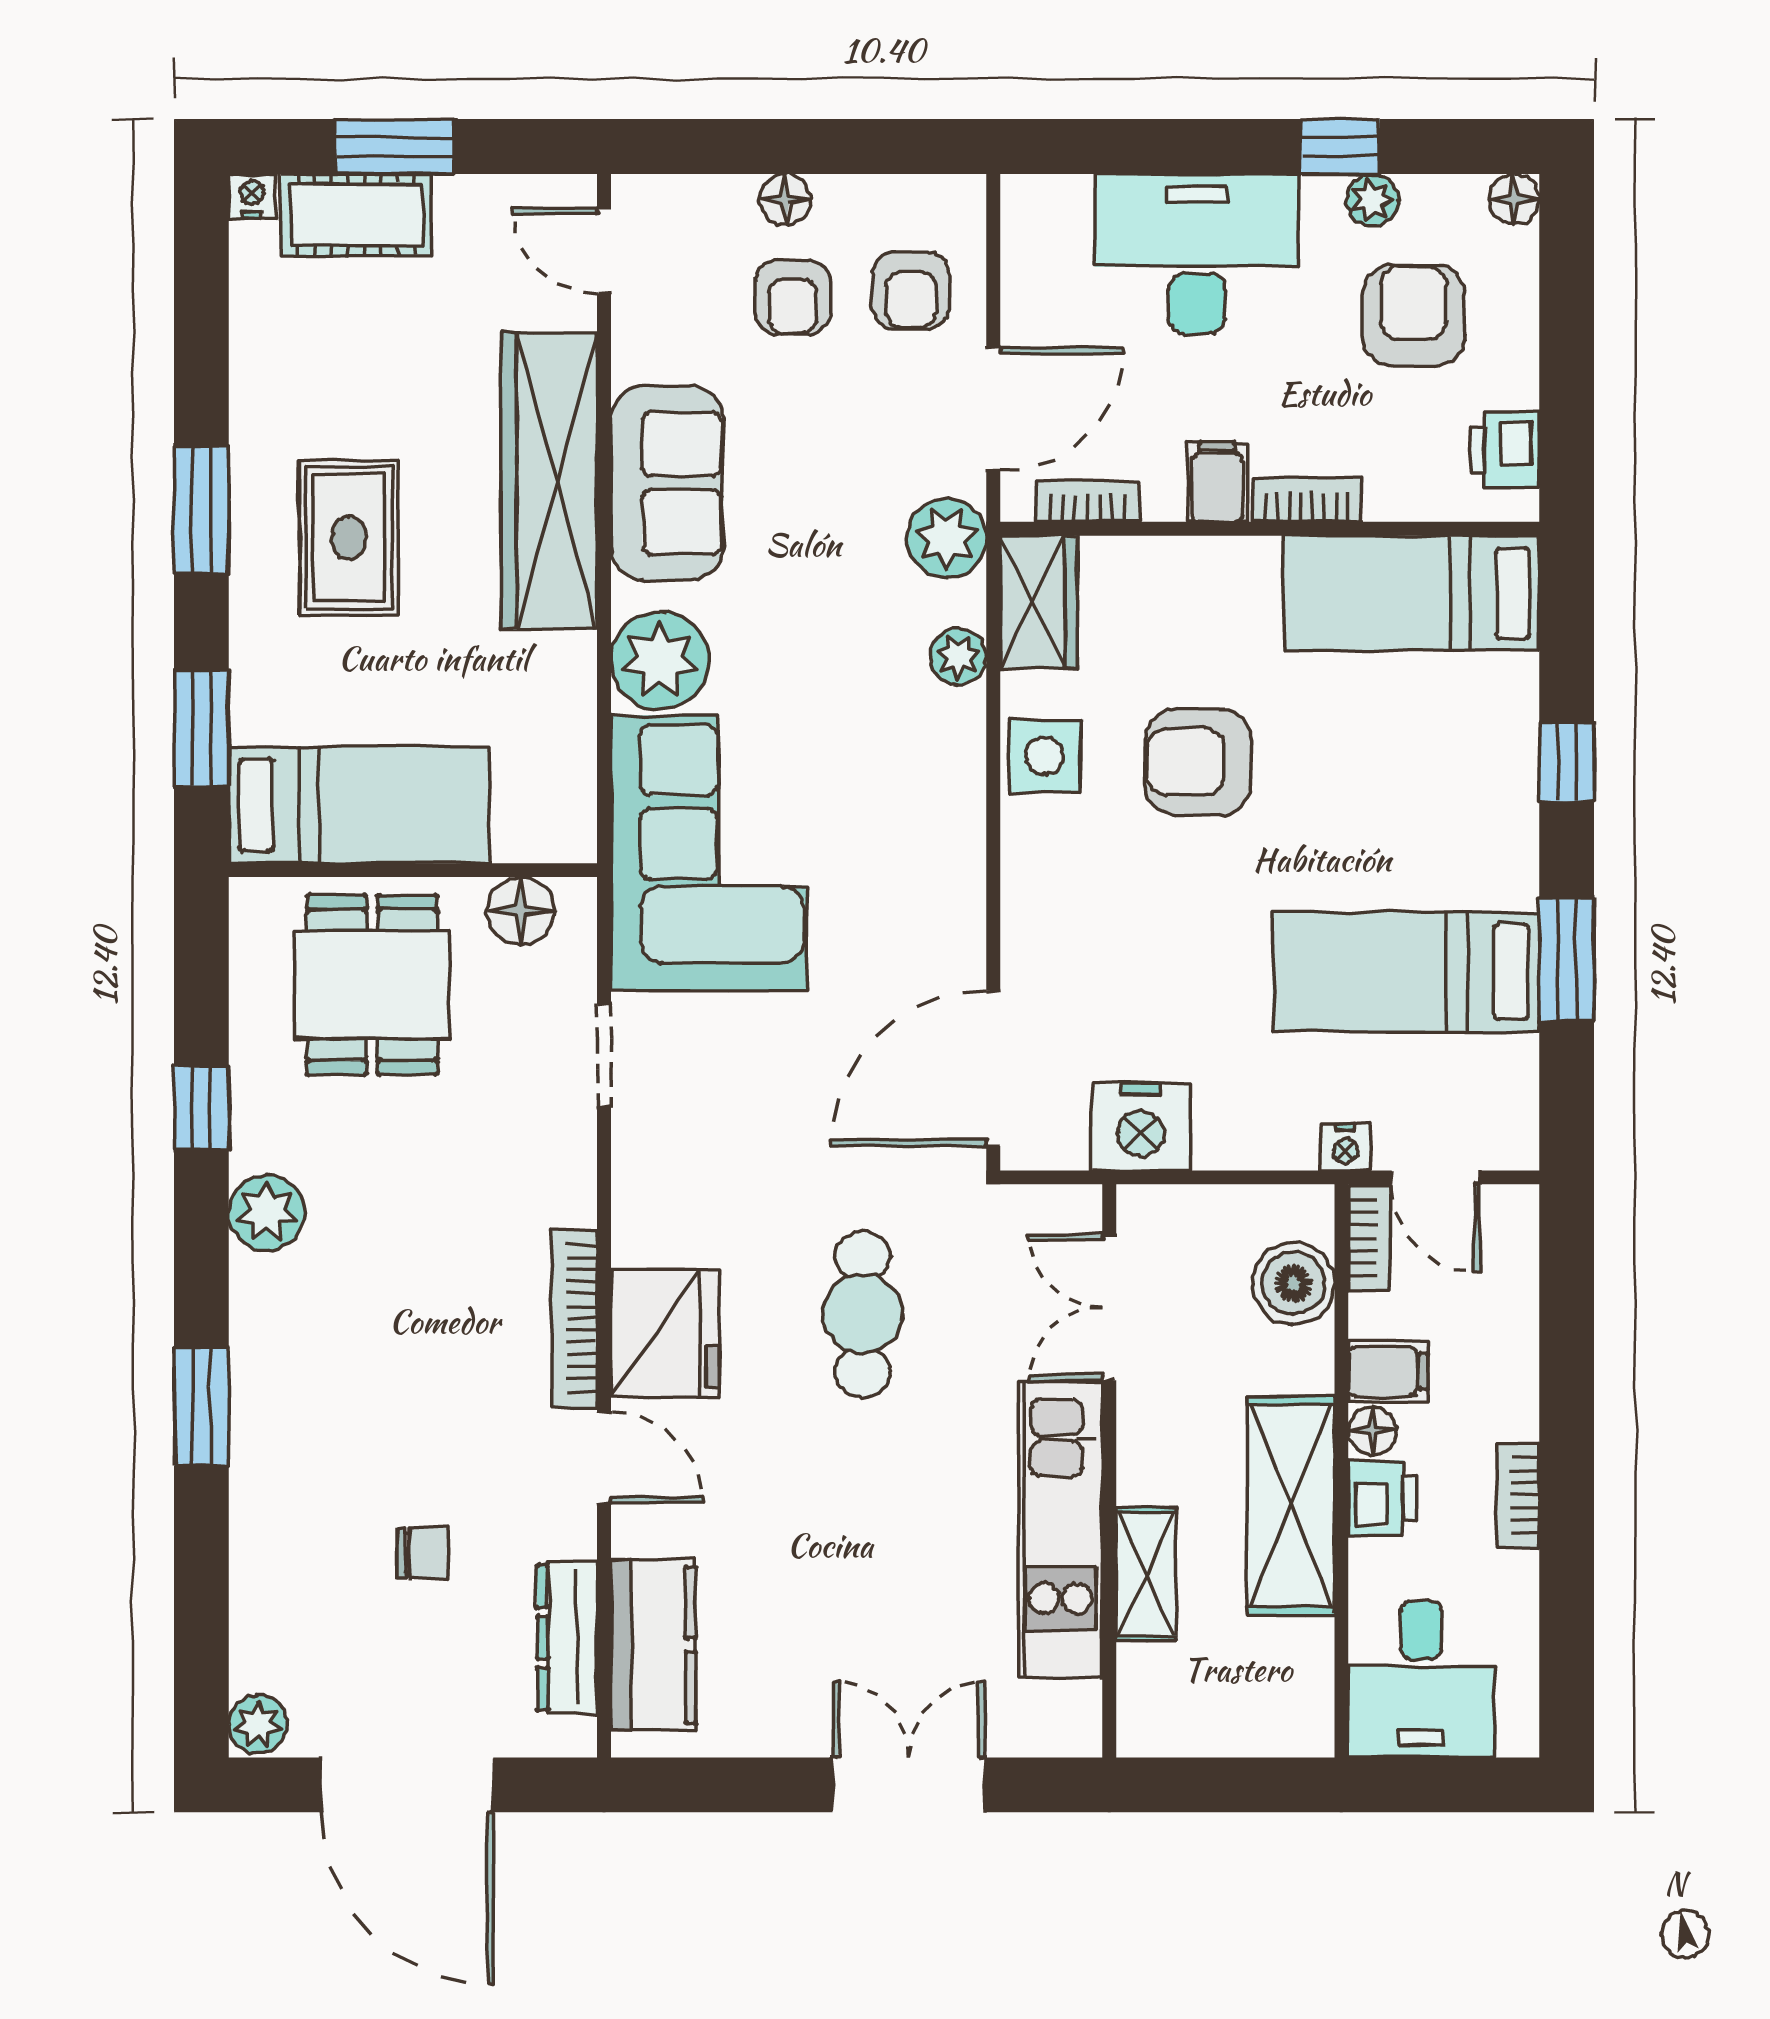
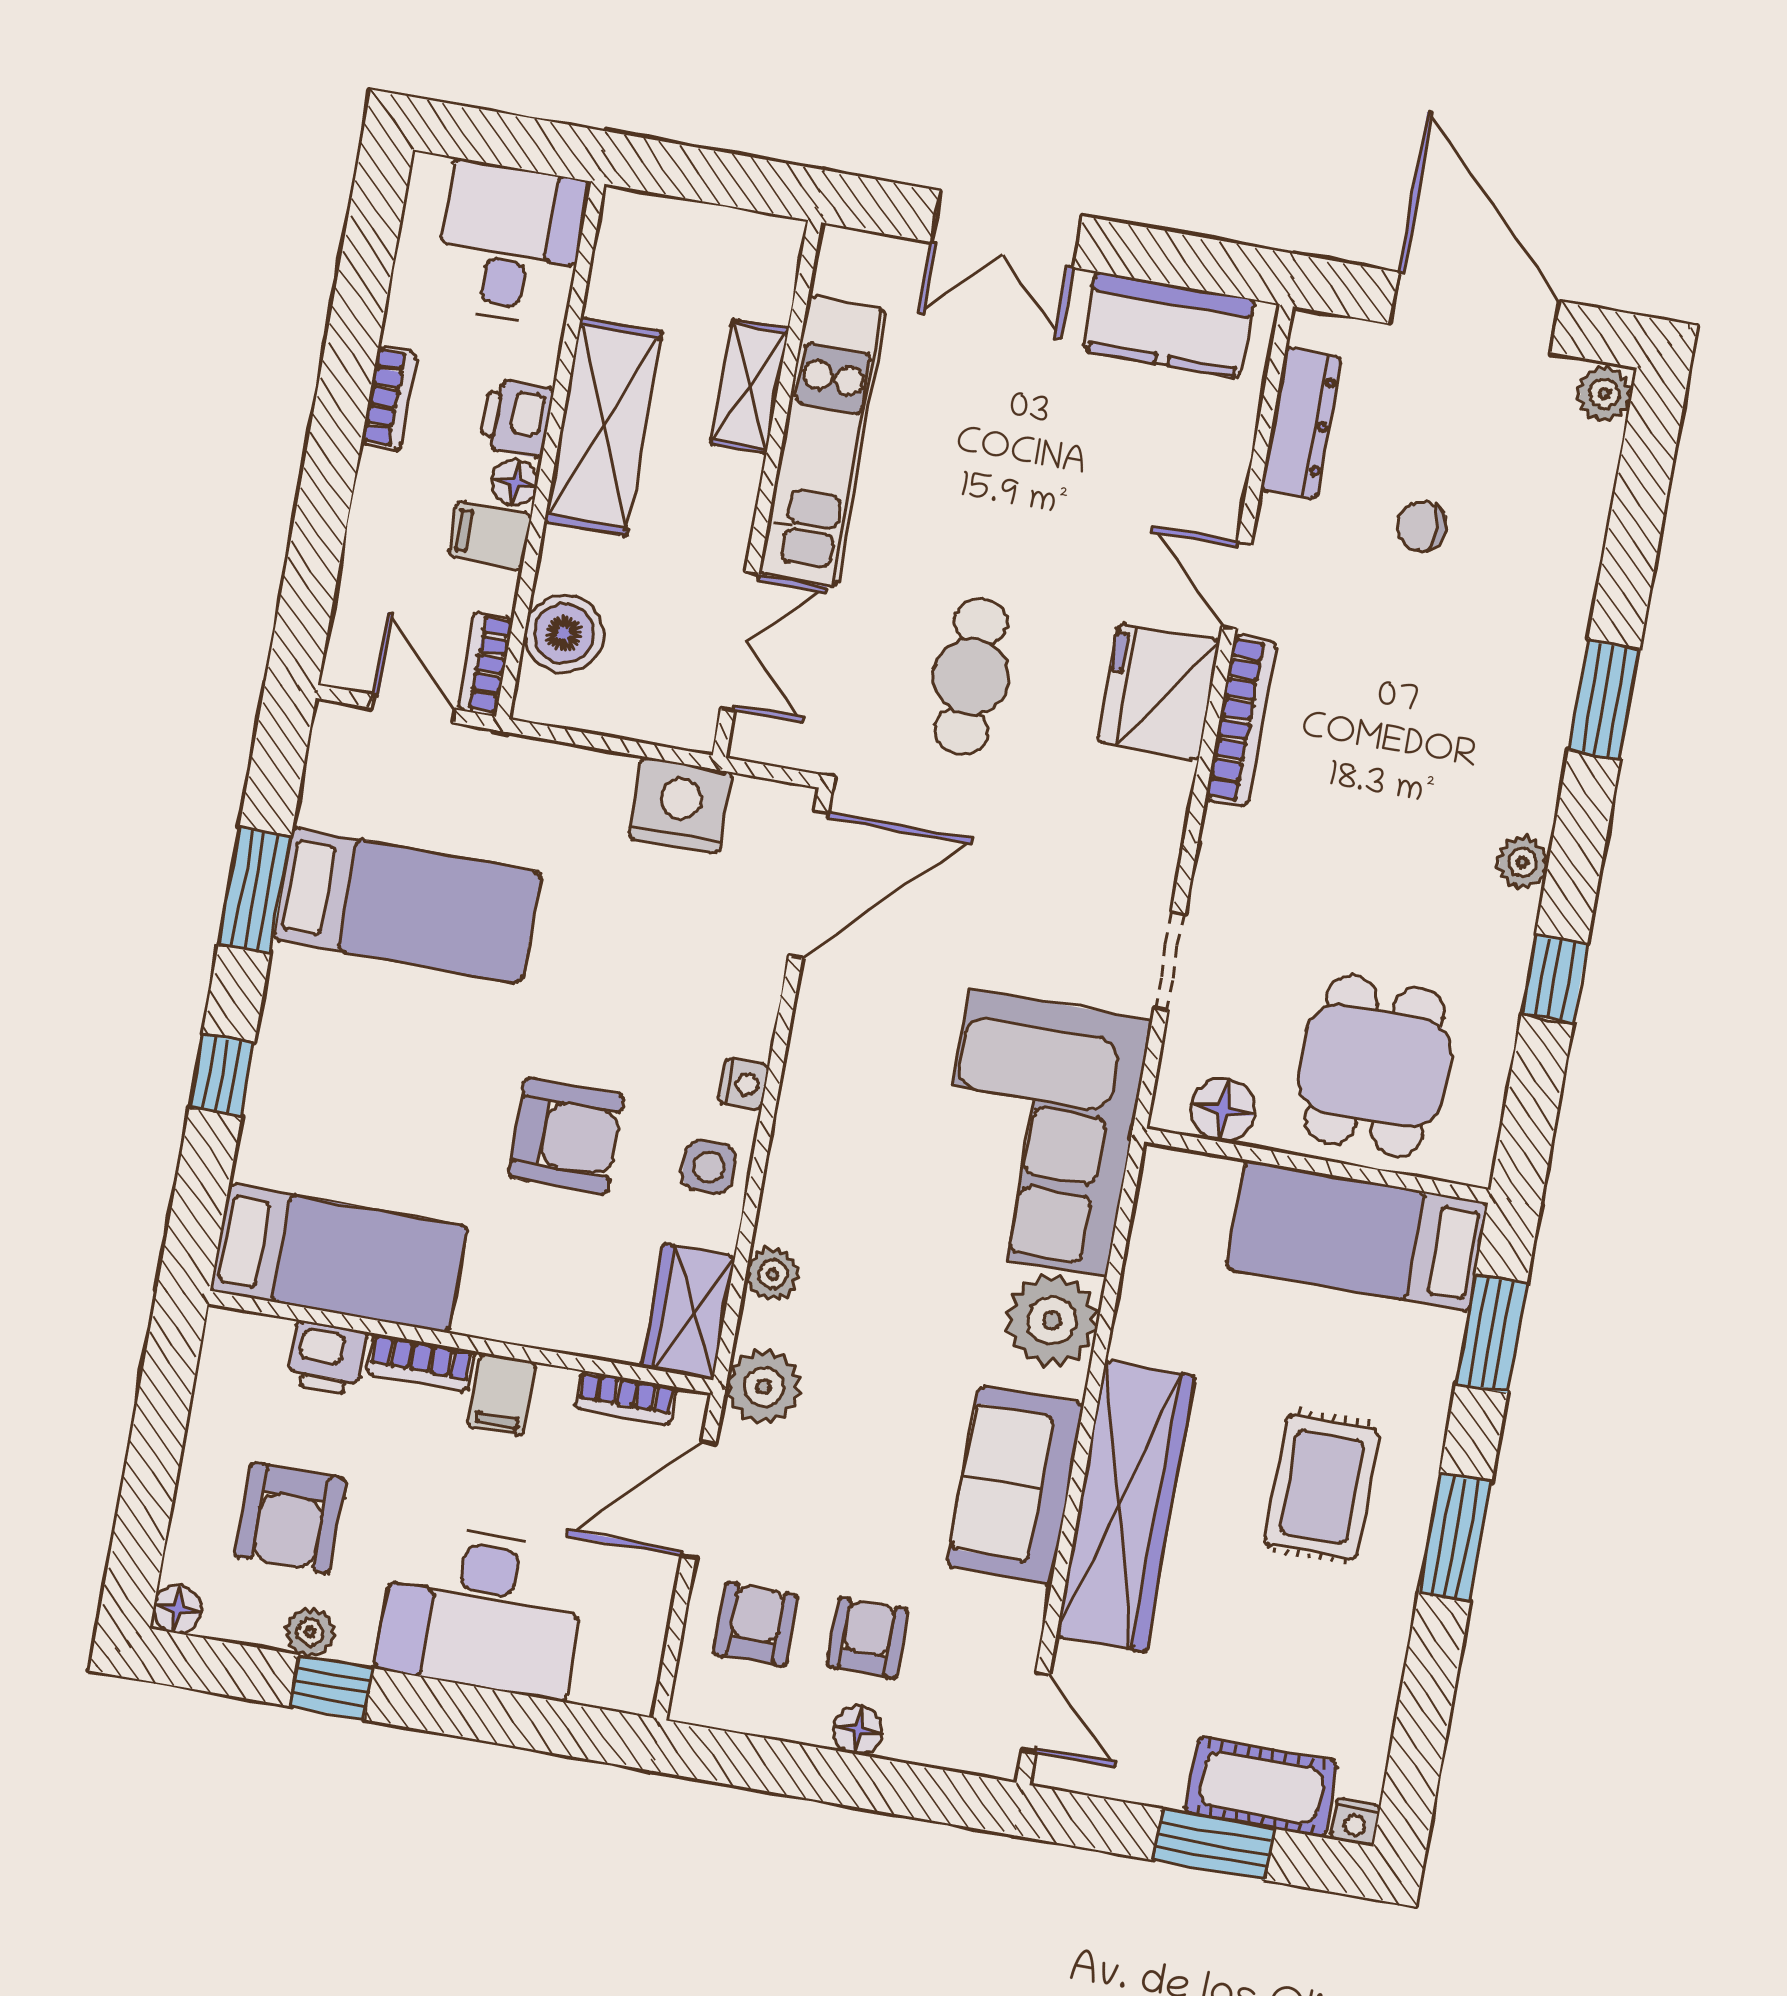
printer: (1505, 450) -> (327, 1358), moved, turned 90
side table: (1044, 756) -> (709, 1167), width x0.73, depth x0.73
nightstand: (1345, 1147) -> (744, 1084), moved, turned 90
plant: (267, 1213) -> (1522, 862), width x0.73, depth x0.73
kitchen counter: (653, 1645) -> (1168, 325), moved, turned -90

